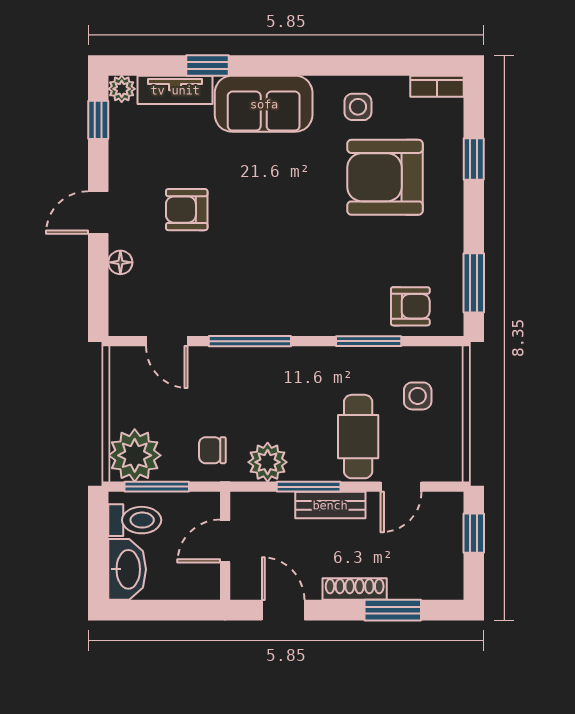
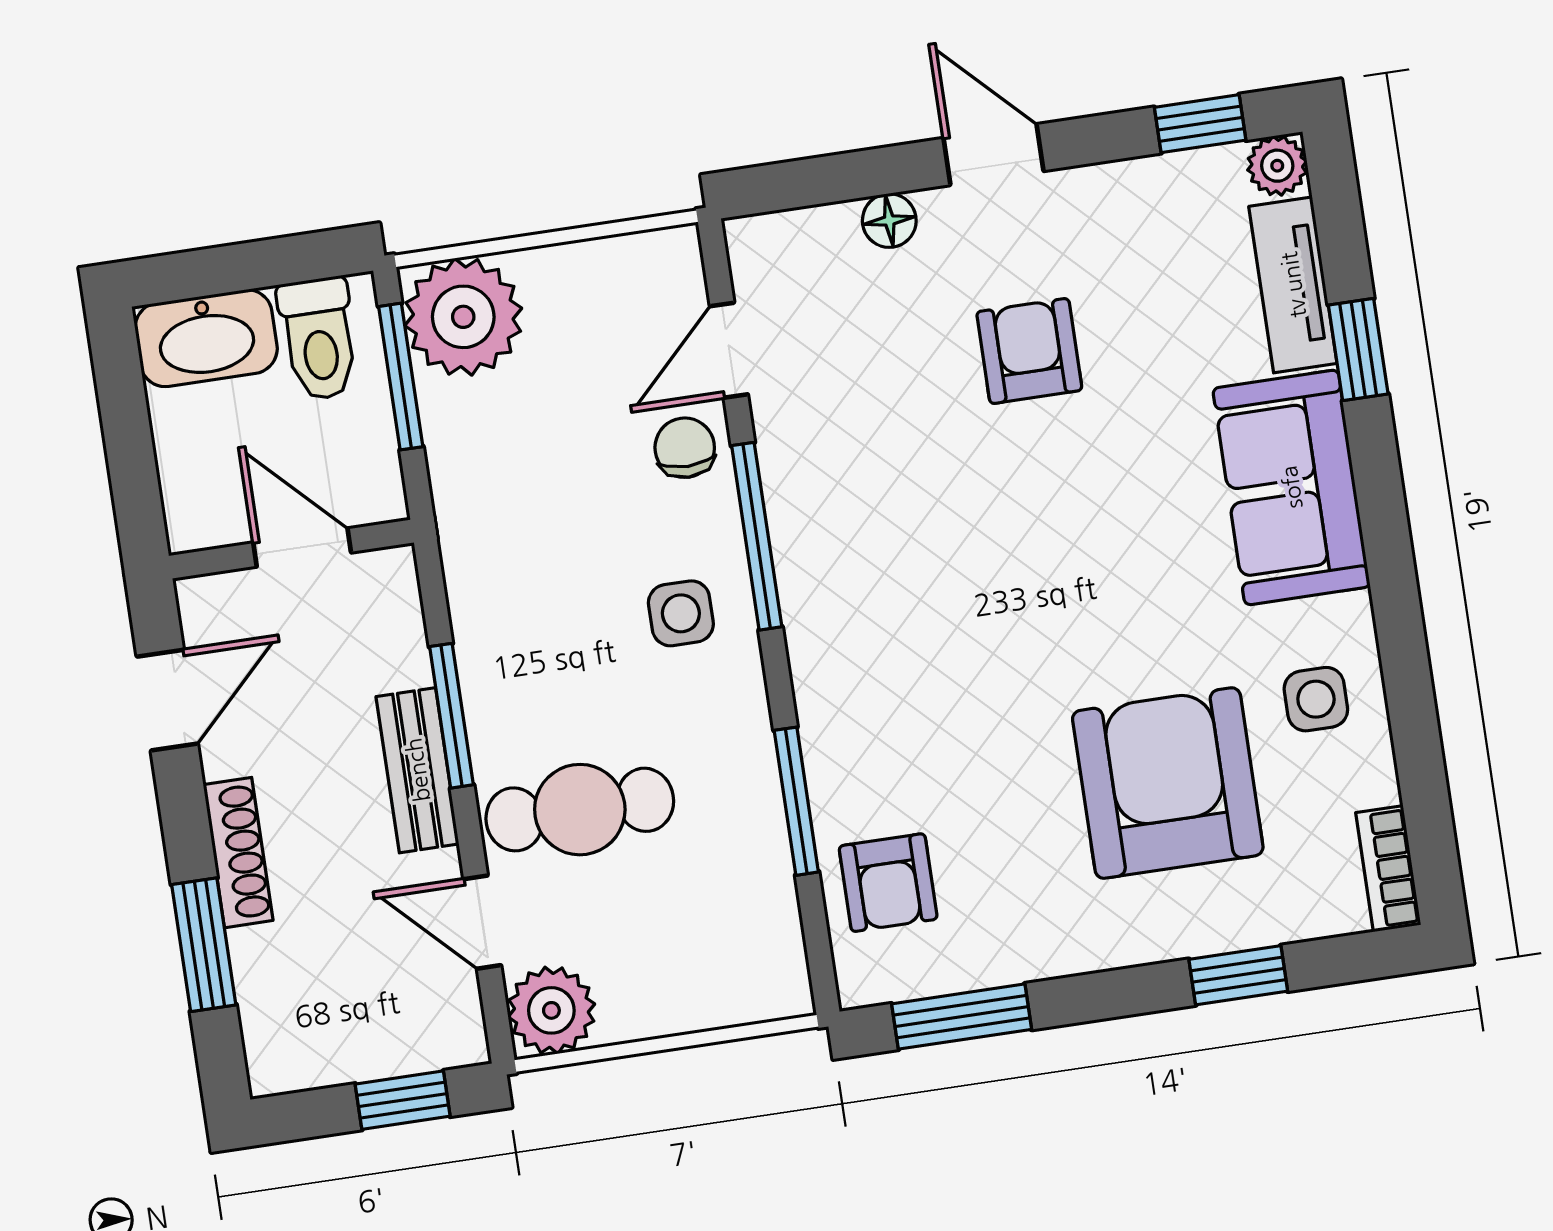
side table: (418, 396) -> (681, 613), moved
chair: (212, 450) -> (685, 448), moved
plant: (268, 462) -> (551, 1010), moved

